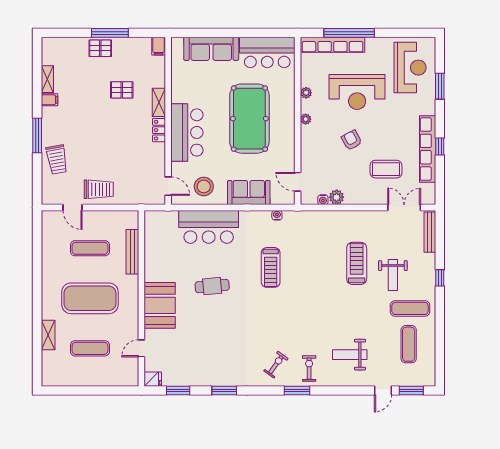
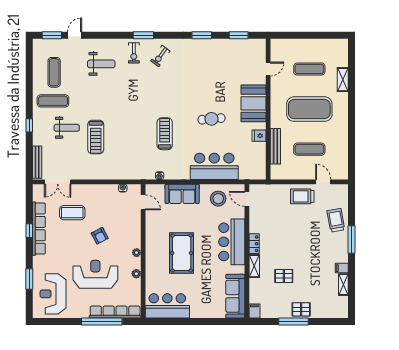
sofa: (211, 49) -> (235, 296), moved, turned -90
pool table: (249, 119) -> (182, 253), width x0.73, depth x0.76
plant: (337, 197) -> (112, 190), removed
weight bench: (393, 275) -> (67, 128), turned 90
fridge: (153, 379) -> (259, 136), moved

